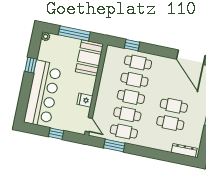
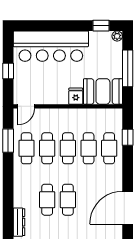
window: (31, 65) -> (101, 26), moved
fridge: (85, 100) -> (76, 96), moved

